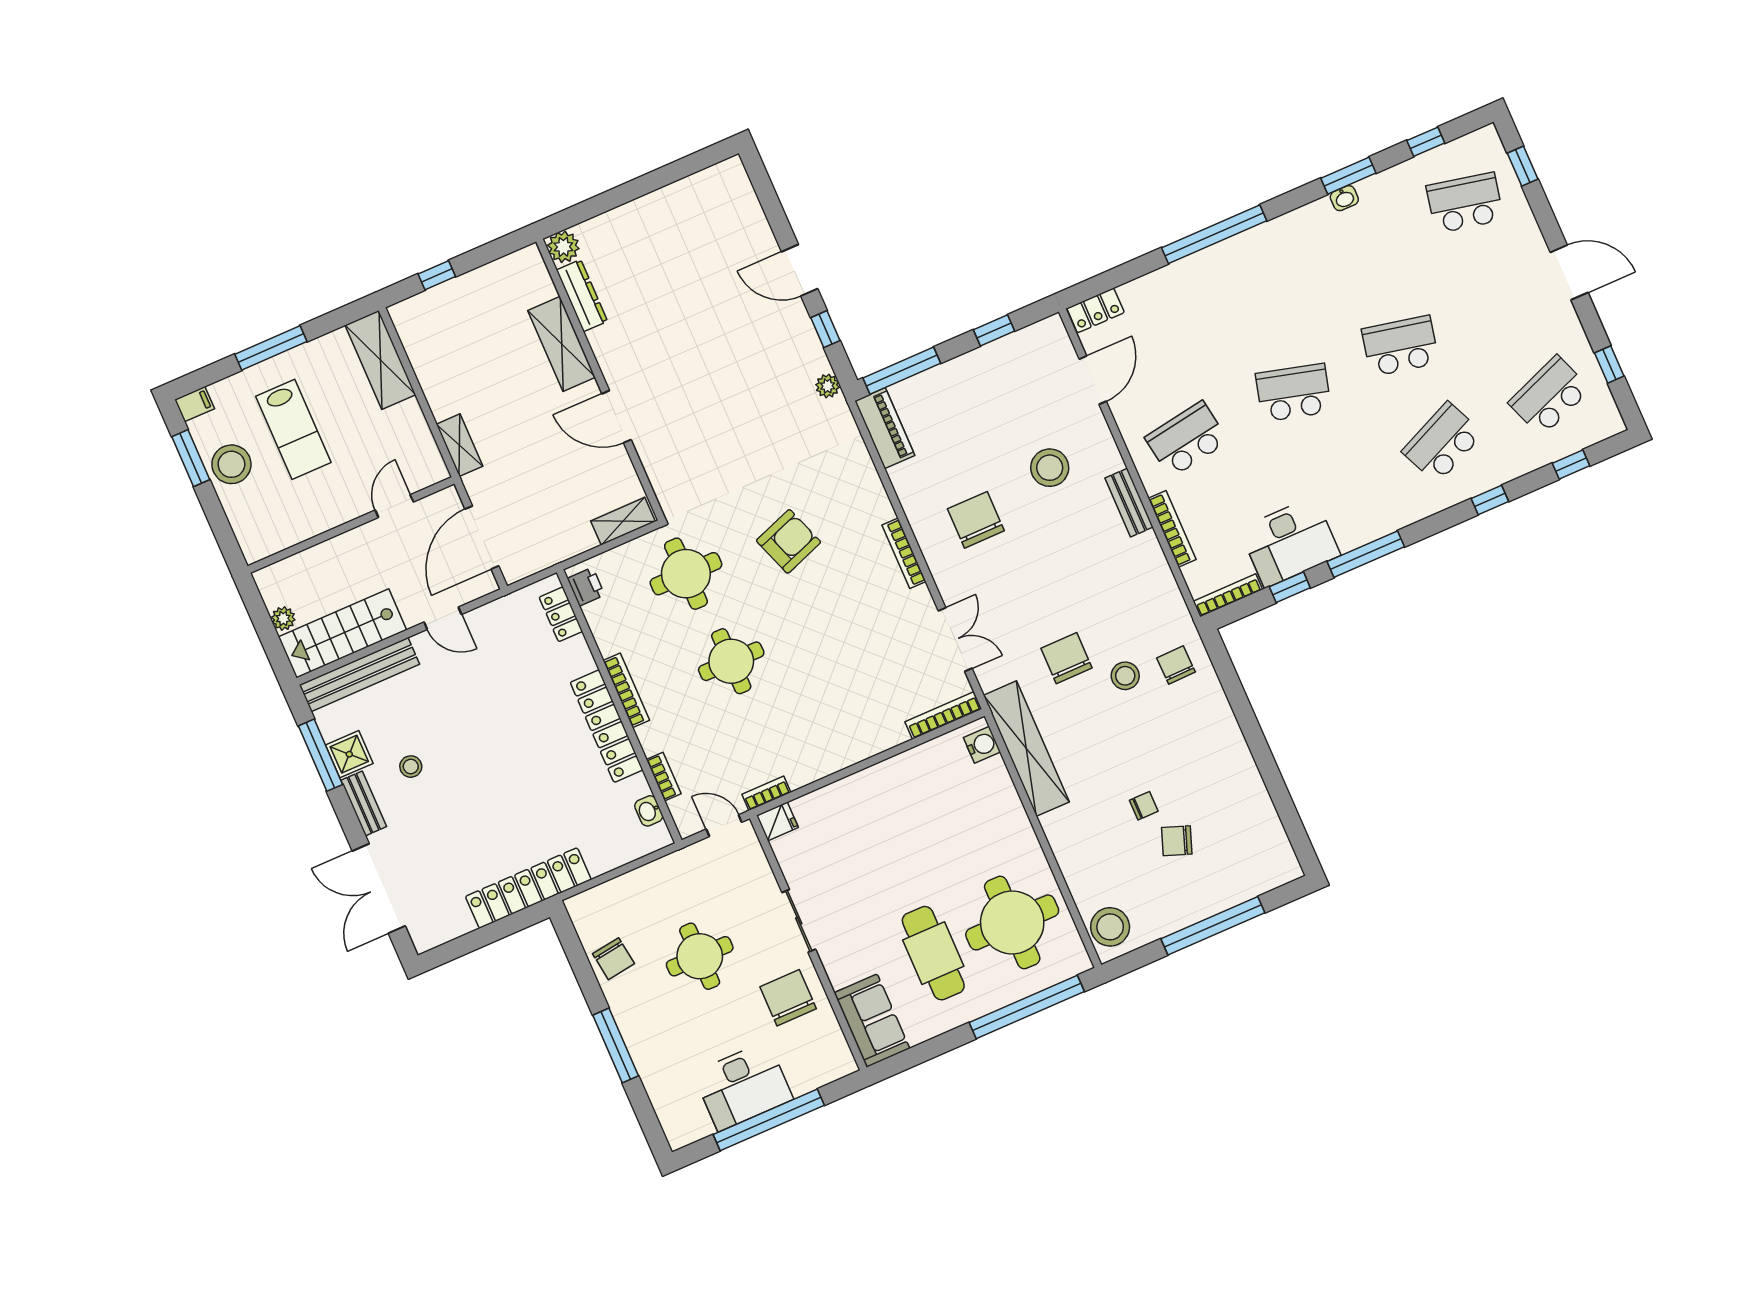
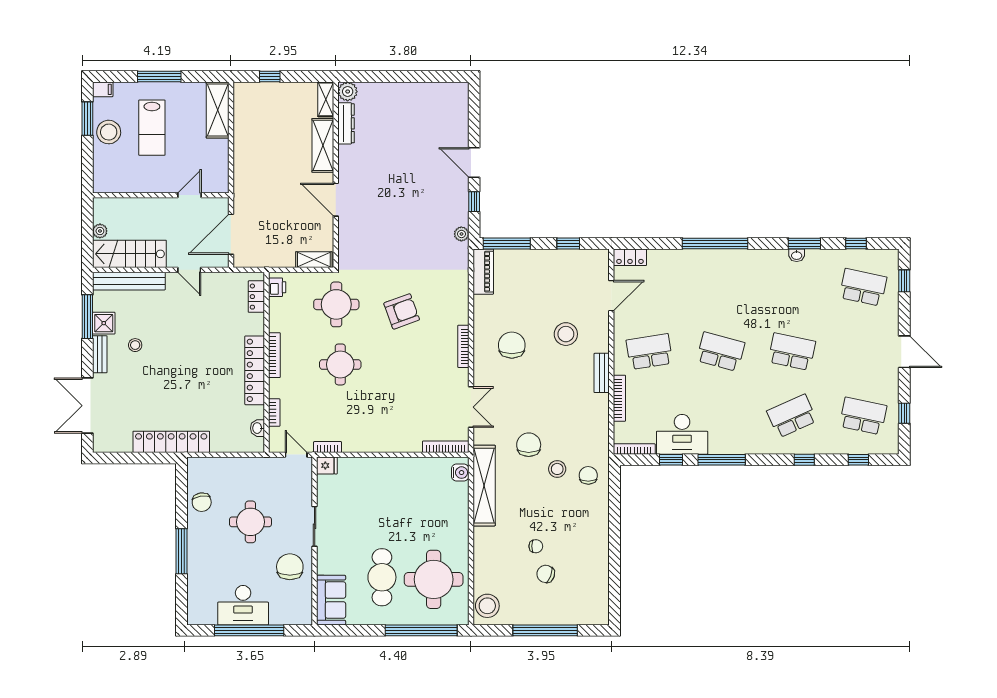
school desk: (1549, 396) -> (863, 416), turned 33
shelving: (460, 445) -> (326, 99), moved

